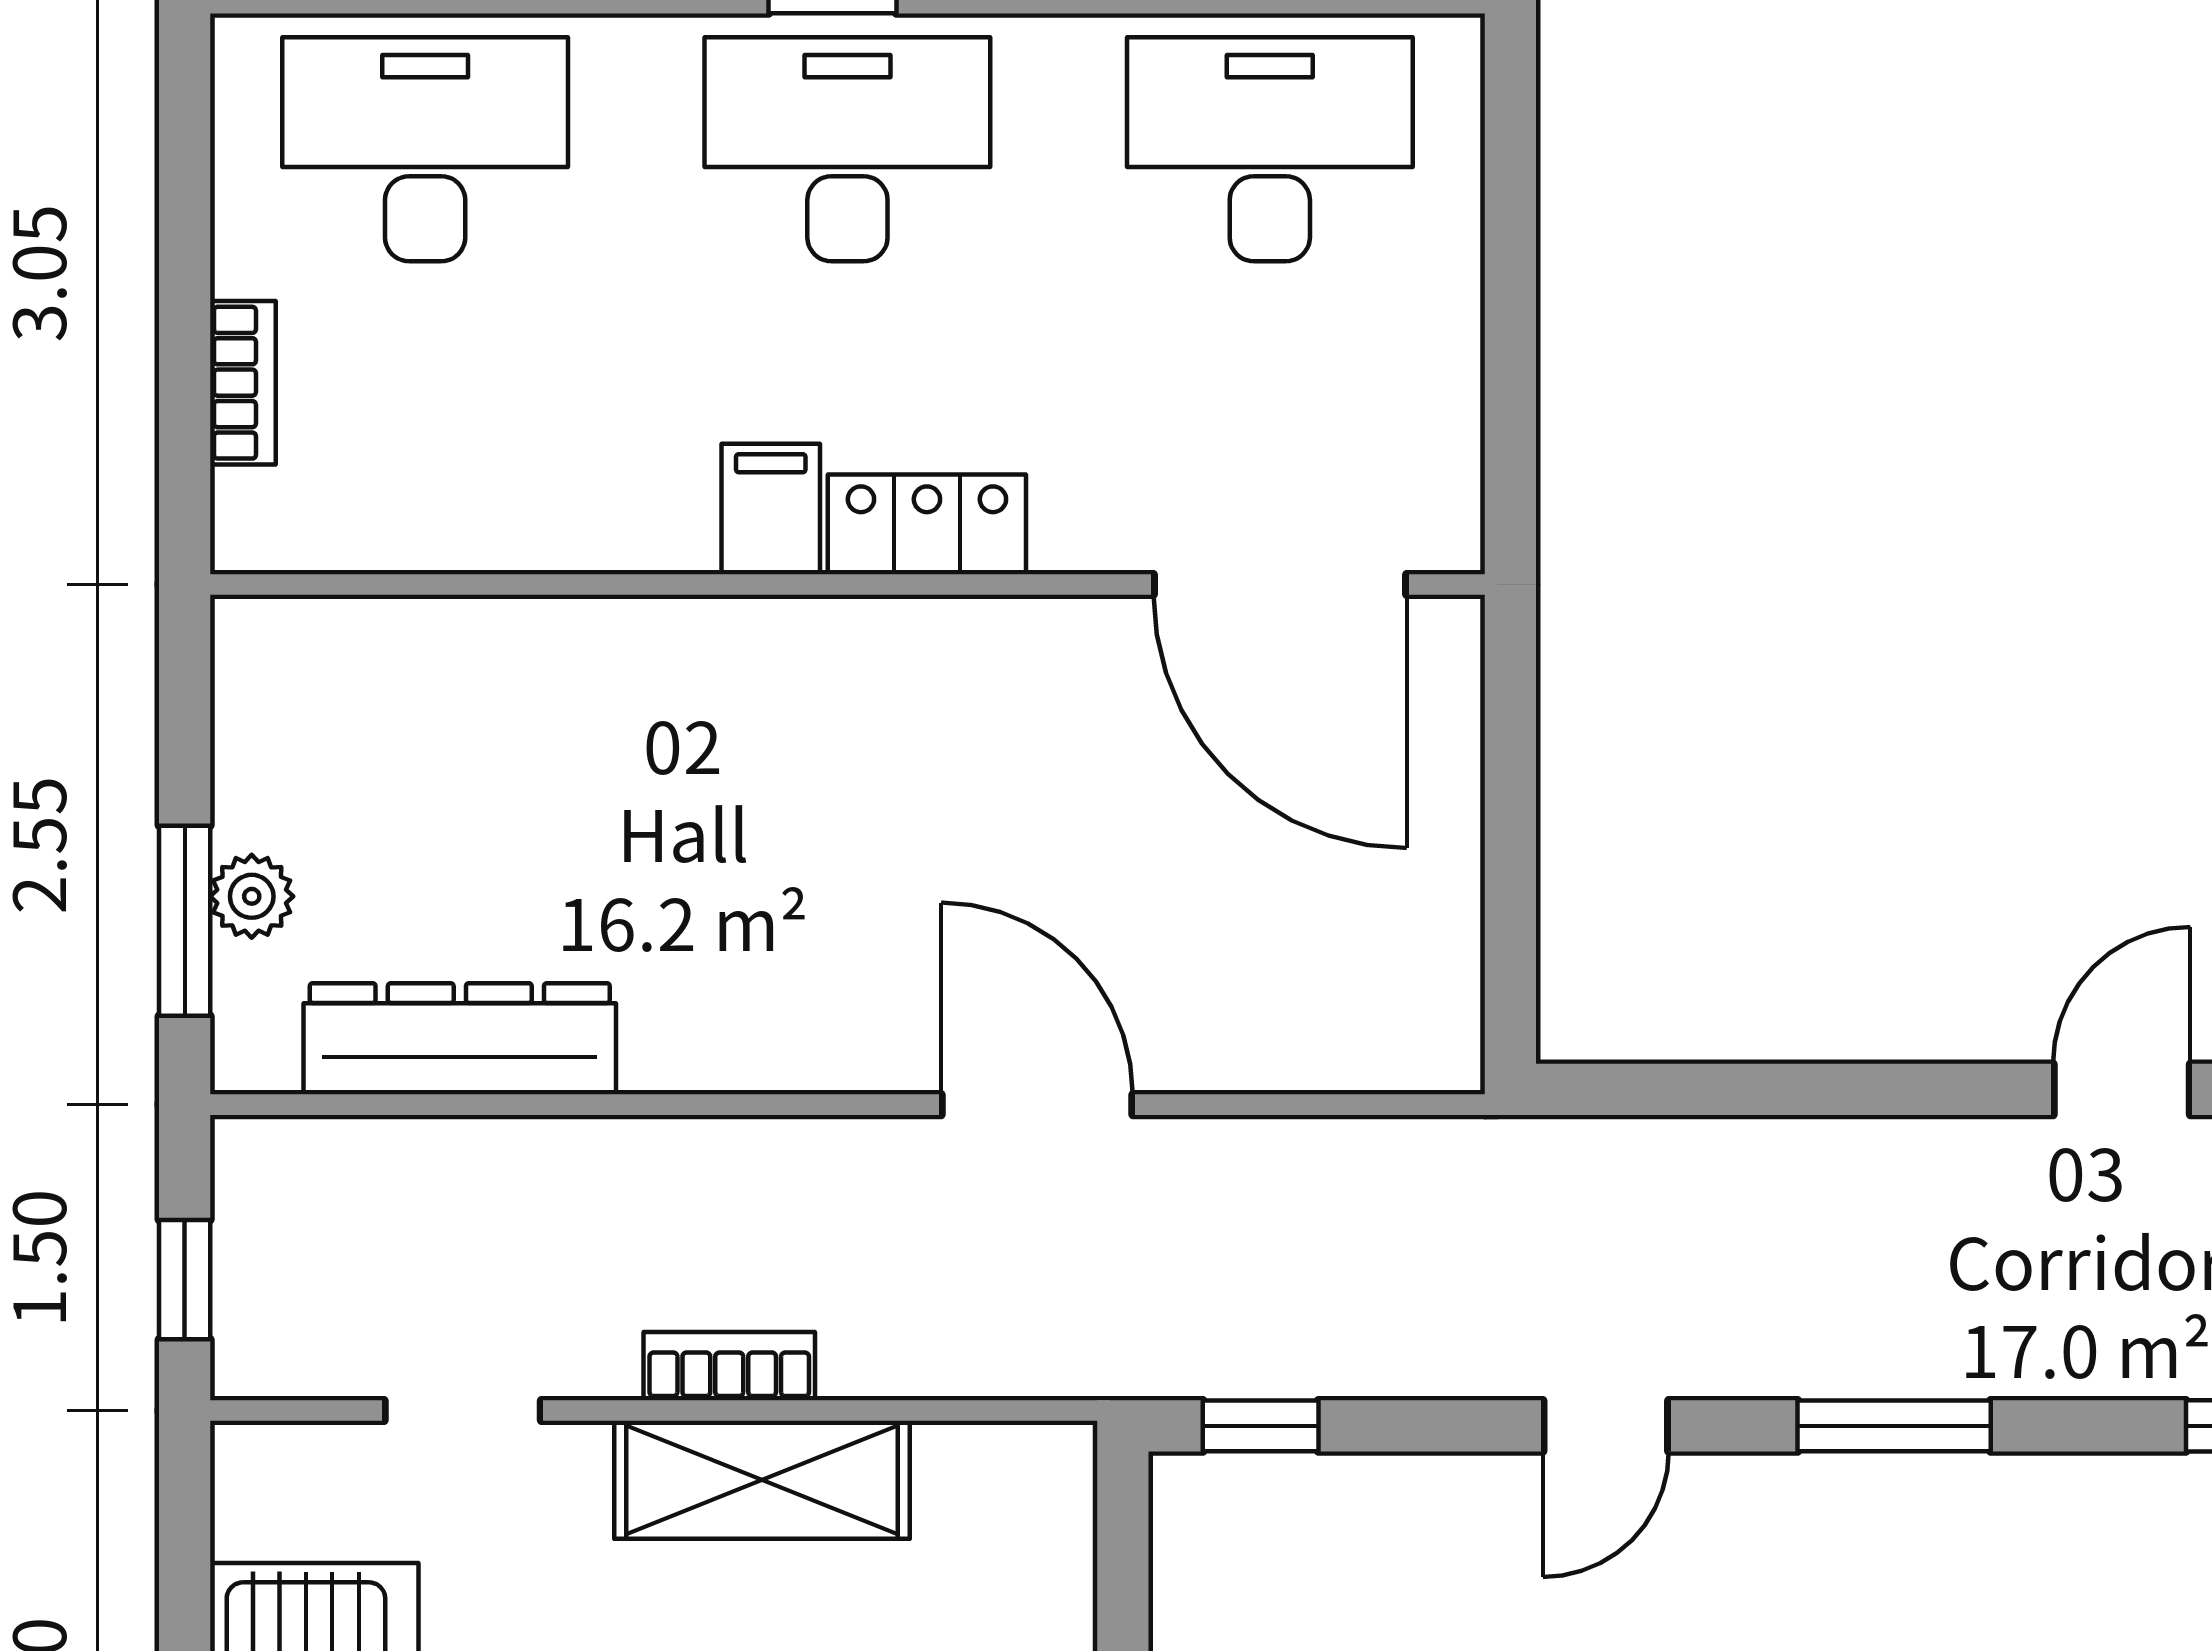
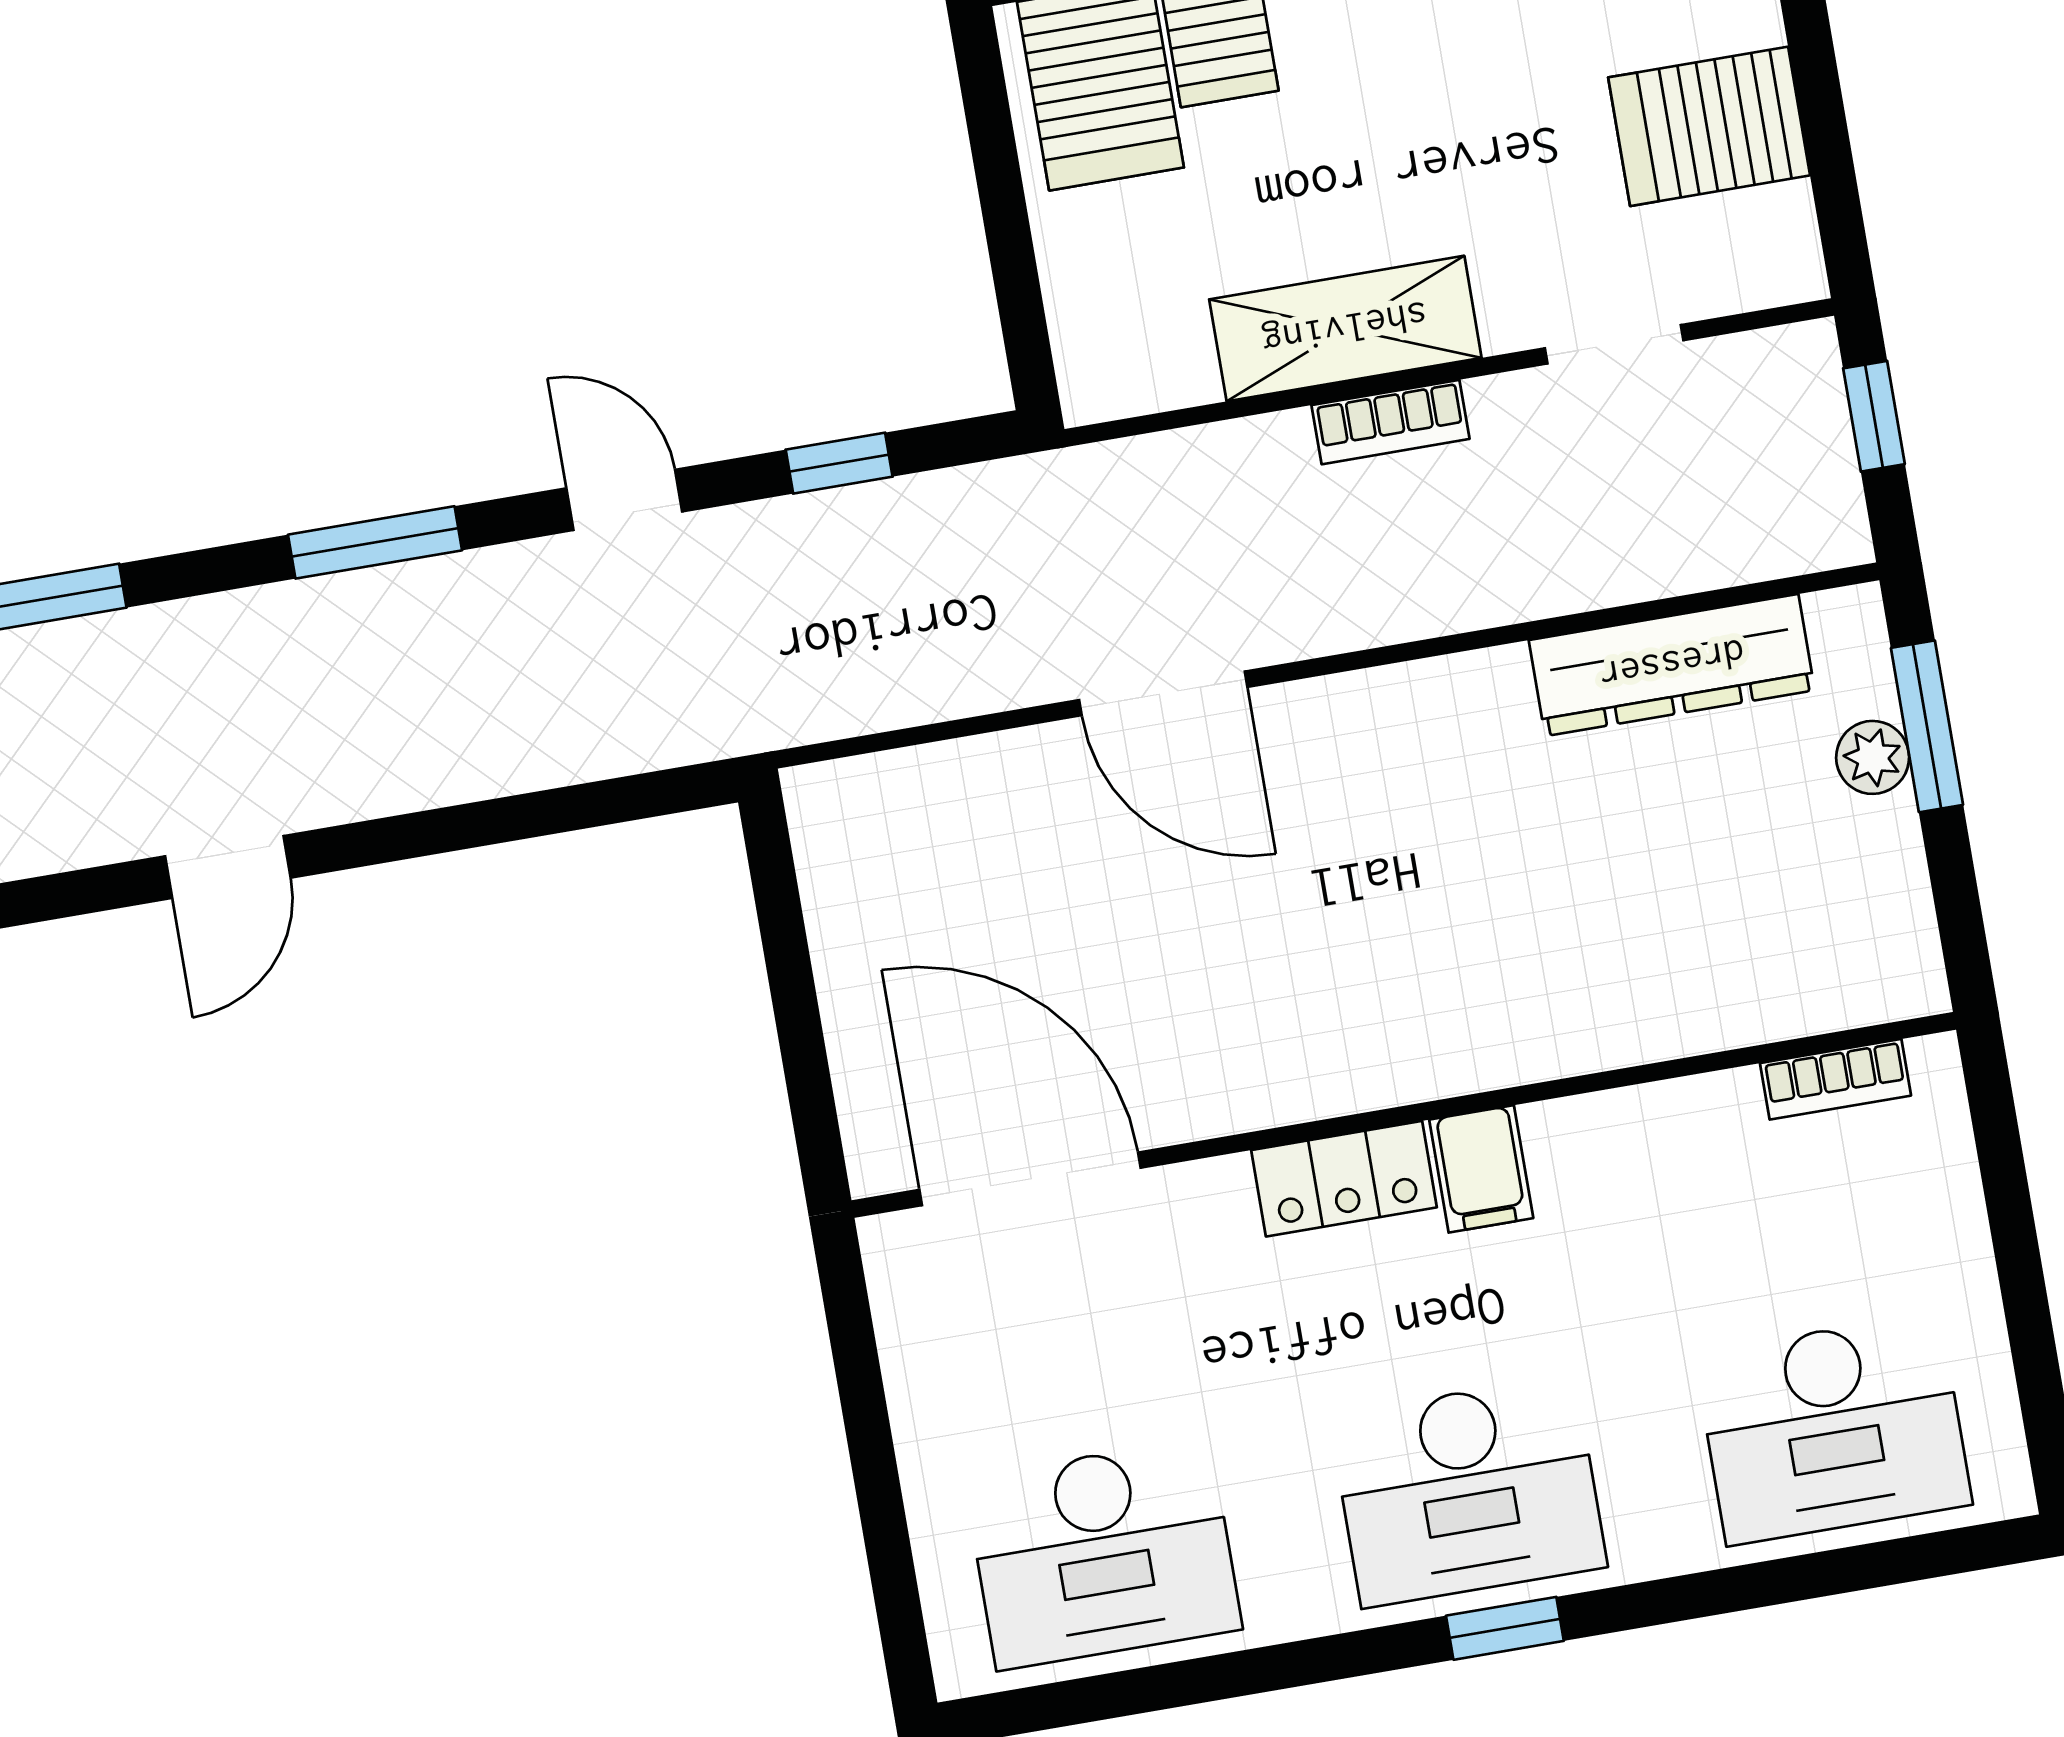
bookcase: (243, 383) -> (1836, 1079), moved, turned -90
window: (1261, 1426) -> (839, 463), moved
door: (1606, 1426) -> (624, 500), hinge flipped

